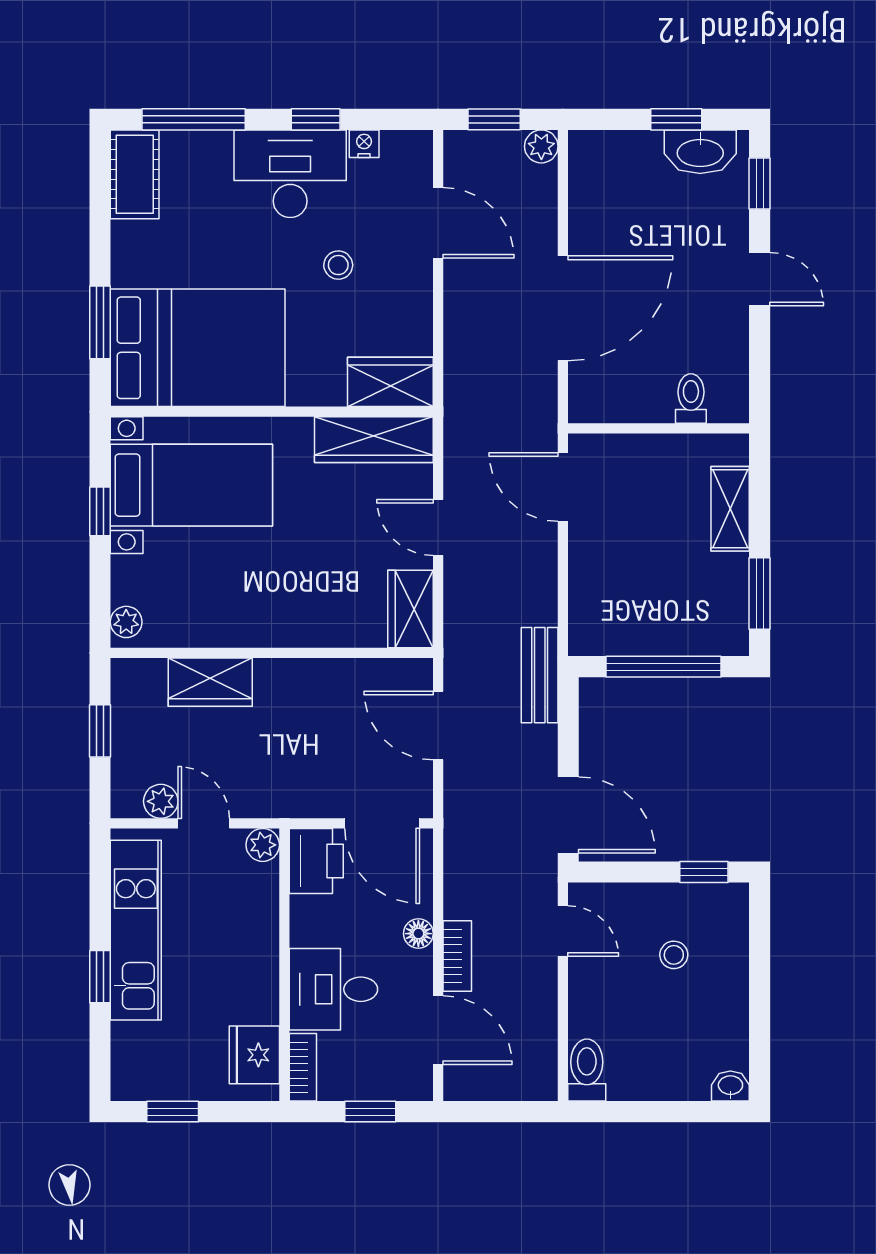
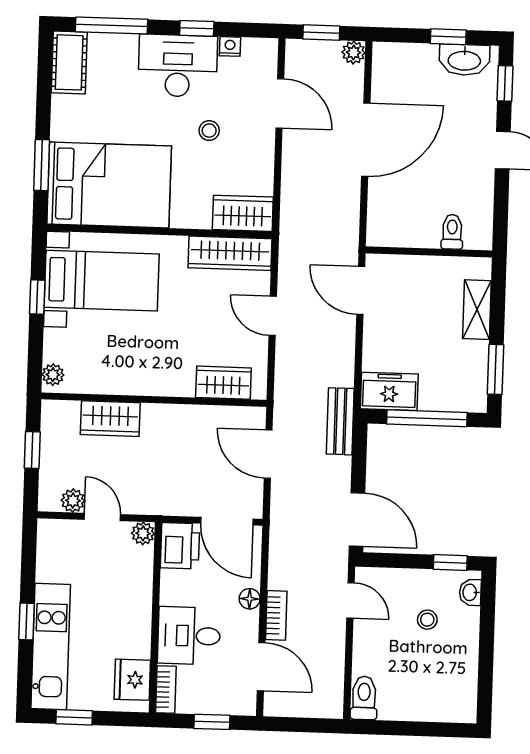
door: (563, 308) -> (366, 140), moved
wardrobe: (411, 609) -> (223, 383), moved, turned 90
freezer: (608, 630) -> (389, 391), added
kitchen unit: (136, 930) -> (51, 646), moved
washbasin: (730, 1086) -> (470, 592), moved, turned -90

